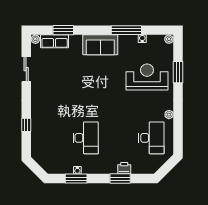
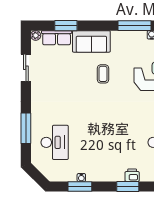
sofa: (100, 45) -> (91, 41), moved
coffee table: (97, 75) -> (103, 74), added
window: (26, 125) -> (26, 128), width x2.17
desk: (86, 138) -> (55, 142), moved

